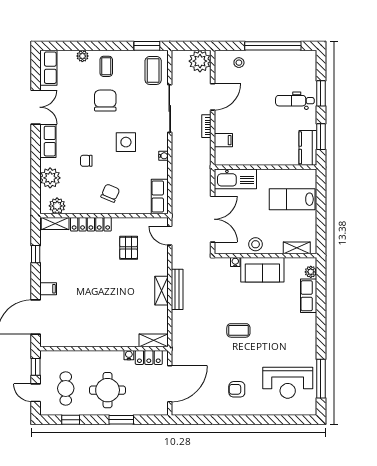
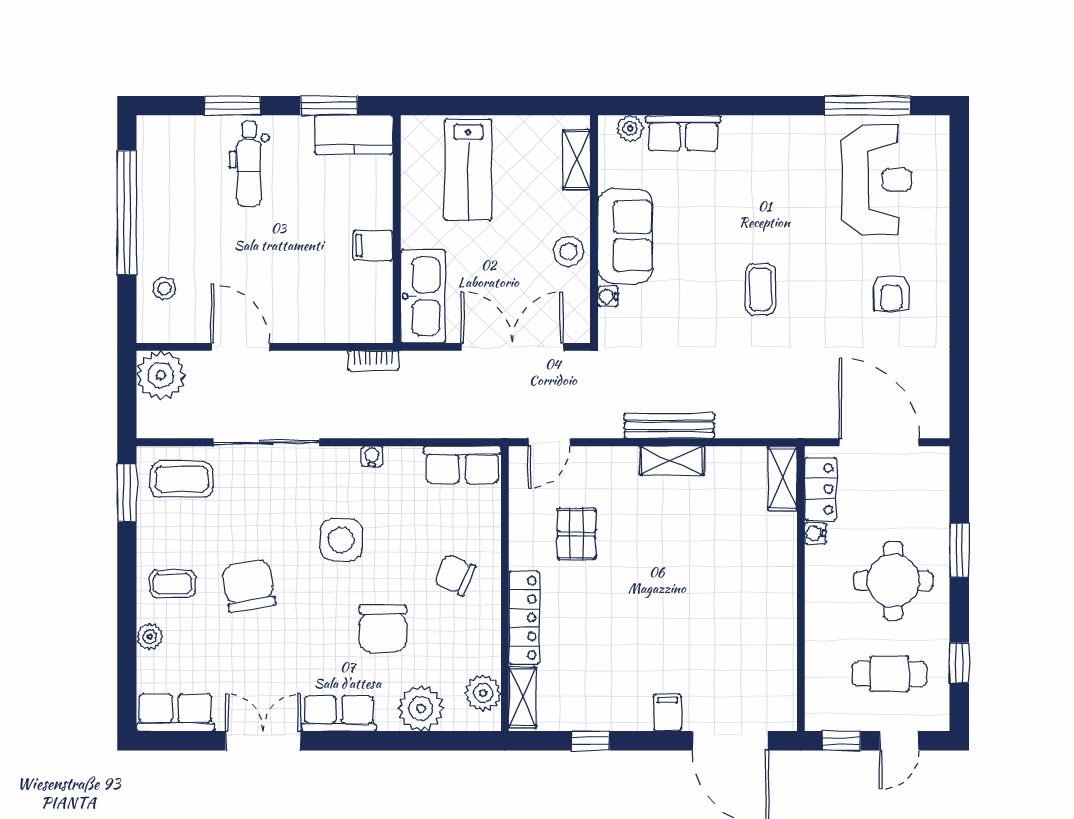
chair: (105, 101) -> (249, 586), turned 80
bookcase: (206, 126) -> (373, 361), moved
filing cabinet: (223, 140) -> (373, 245), moved, turned -90
chair: (86, 161) -> (383, 628), width x1.87, depth x1.87
pallet: (129, 248) -> (577, 534), turned 90

